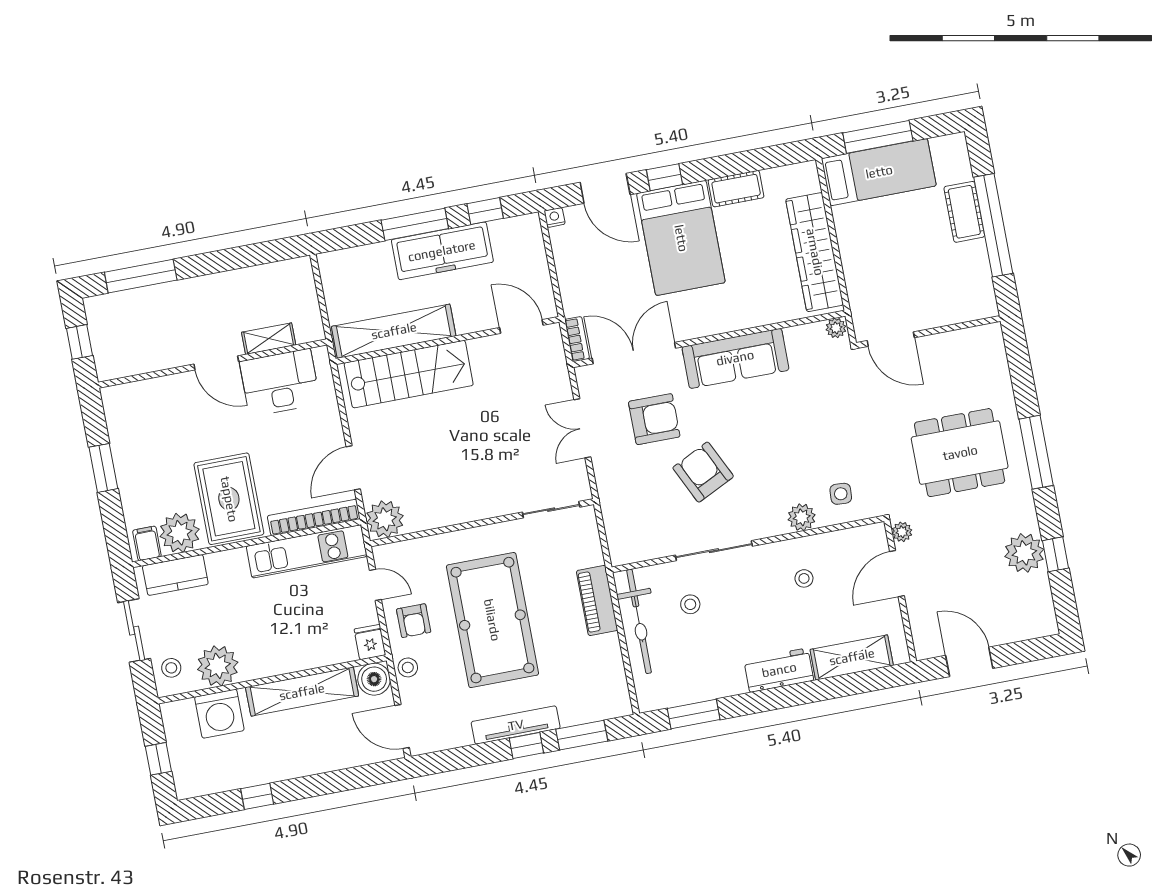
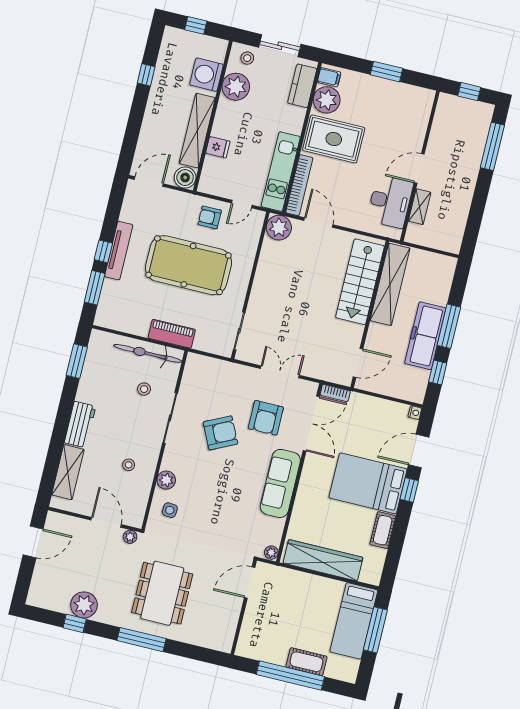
fridge: (370, 642) -> (218, 147), moved
stool: (408, 667) -> (183, 201), removed

